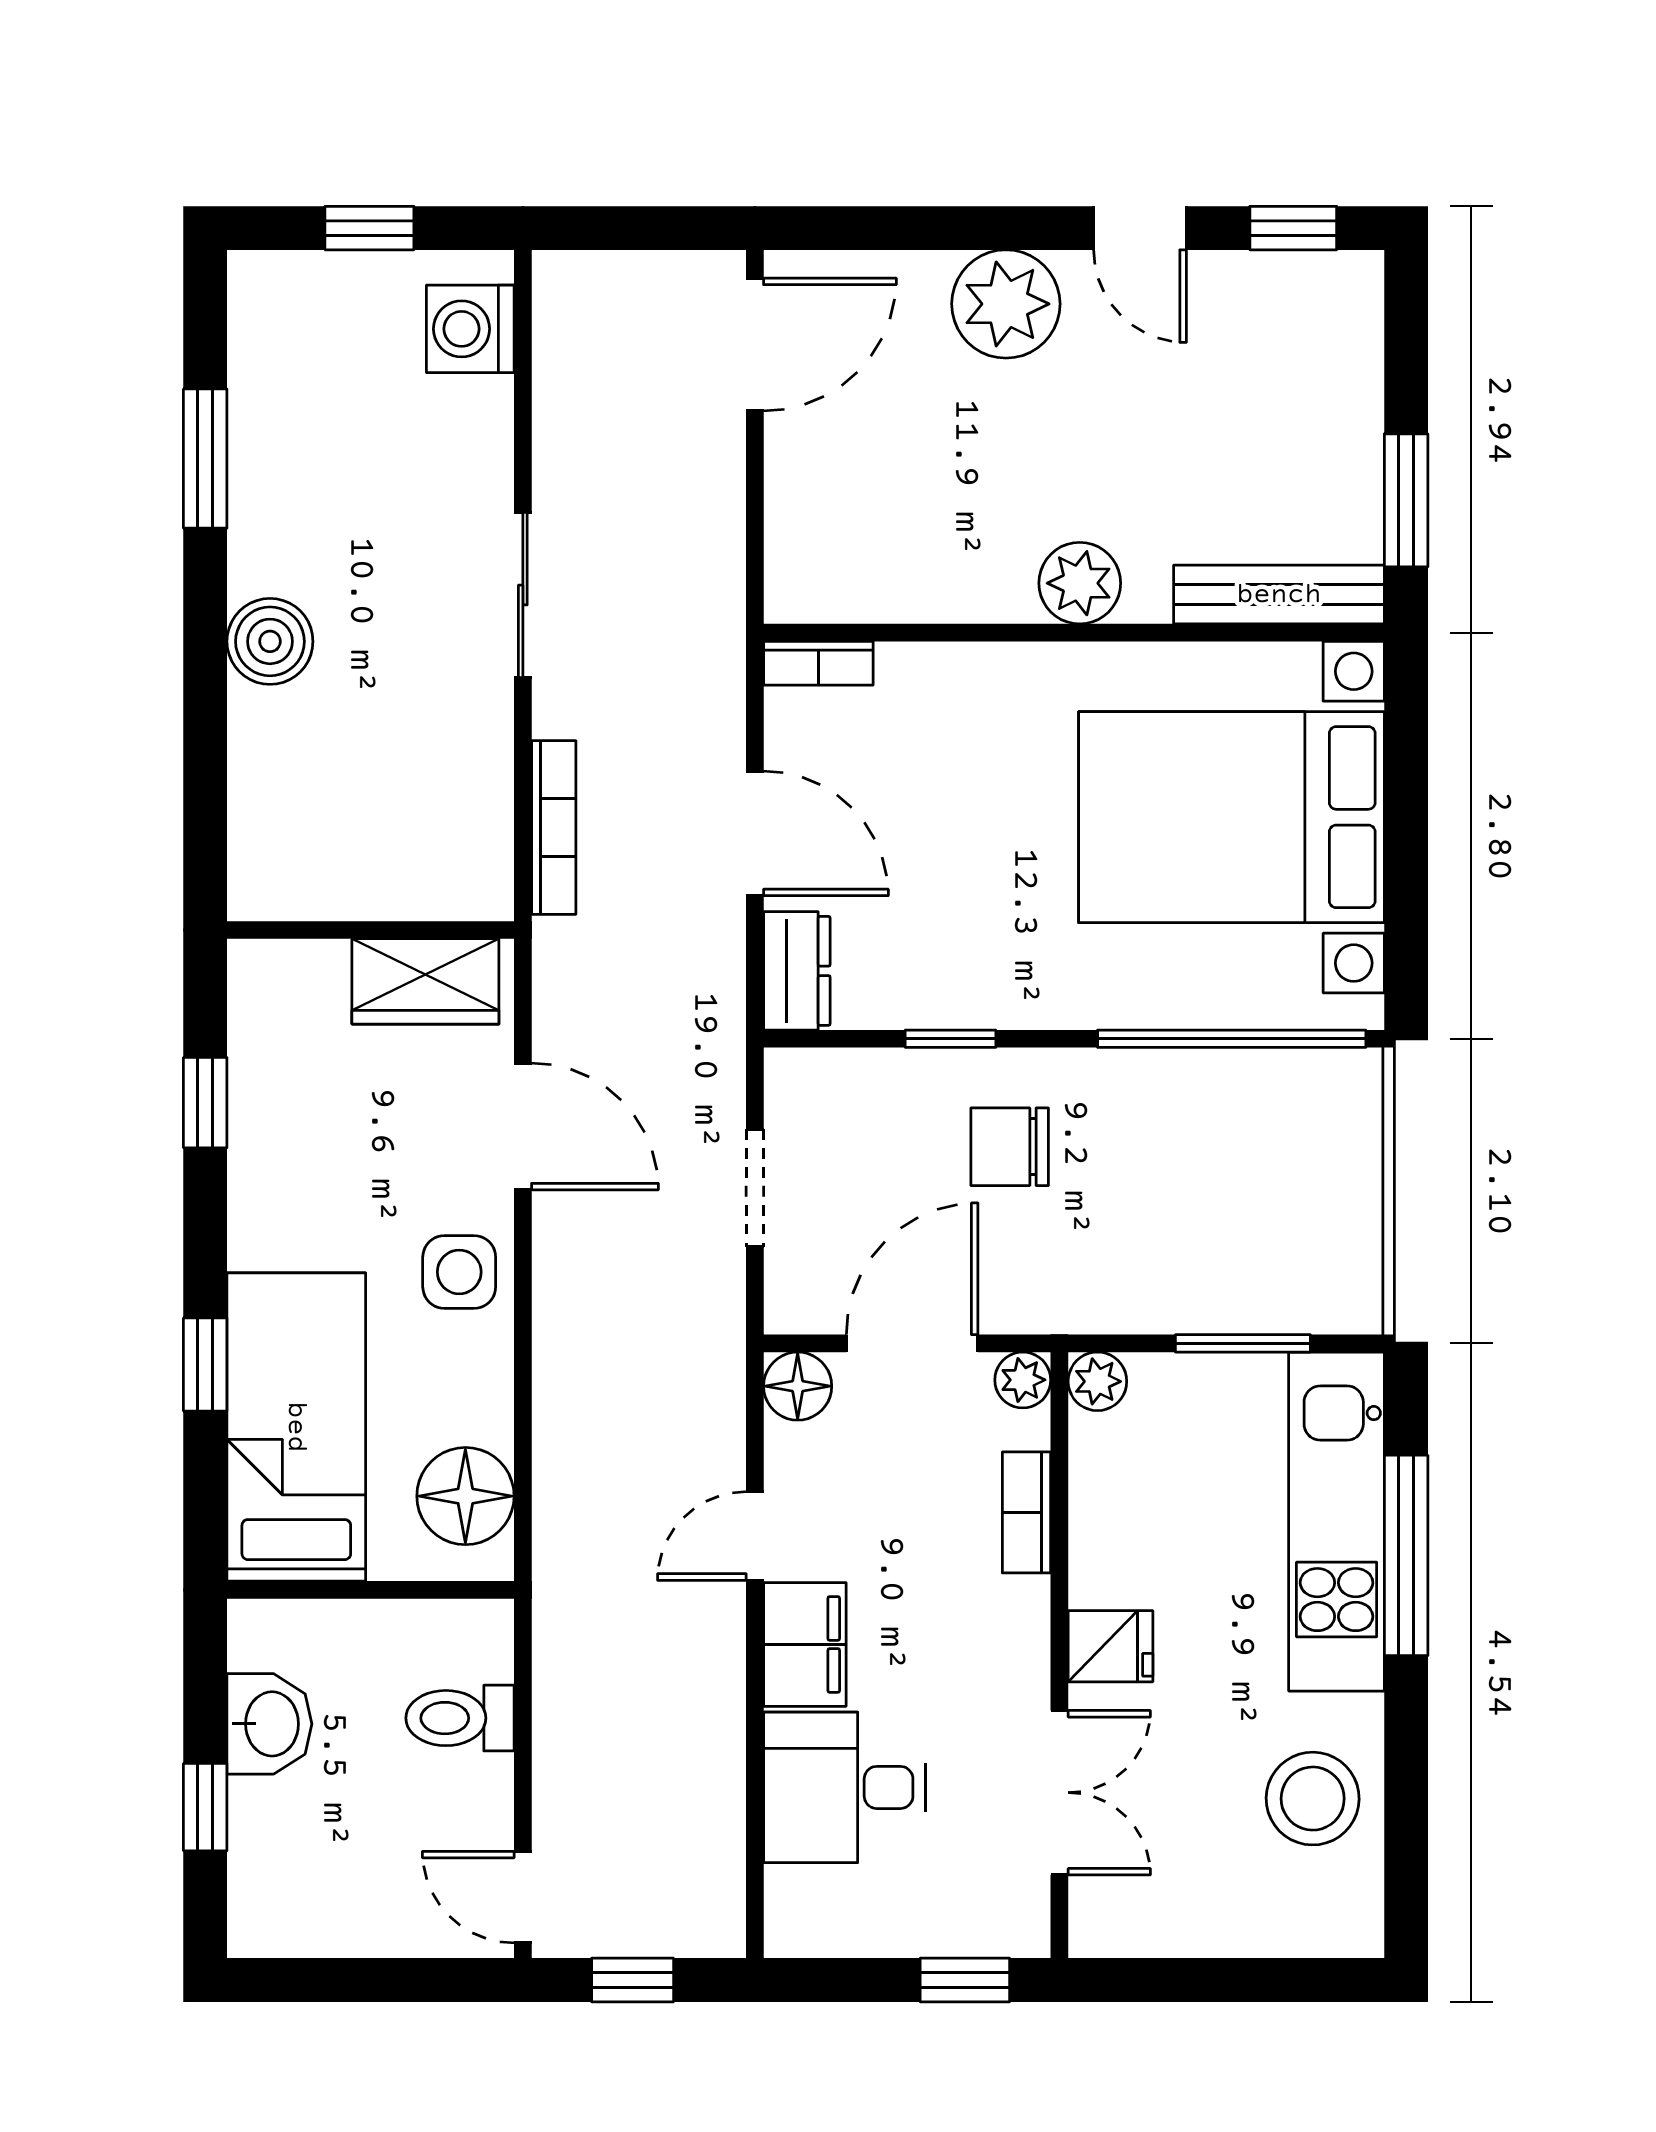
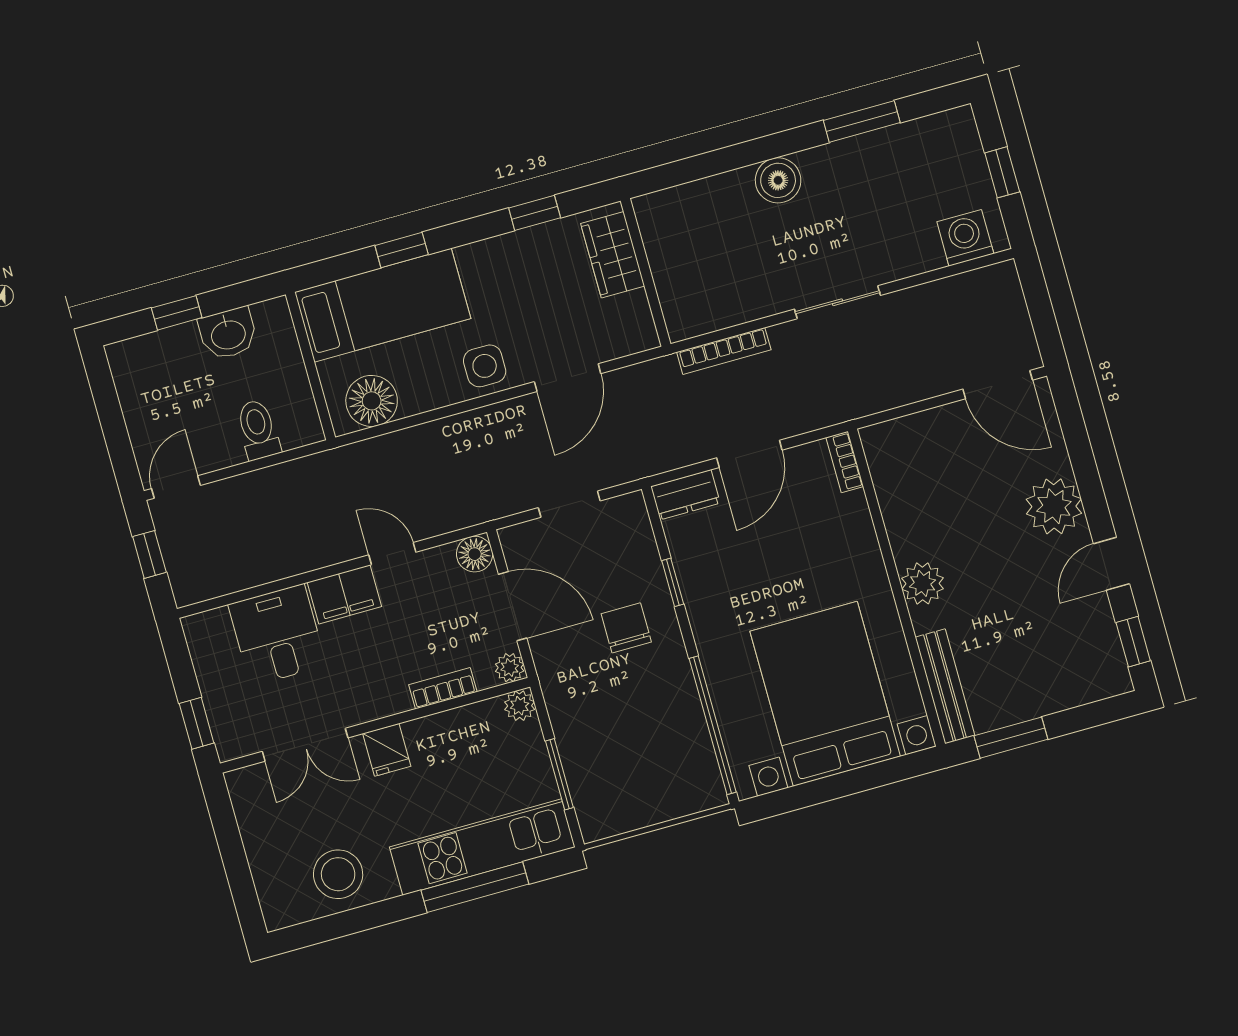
wardrobe: (425, 981) -> (613, 255), moved

